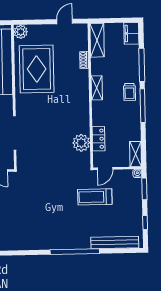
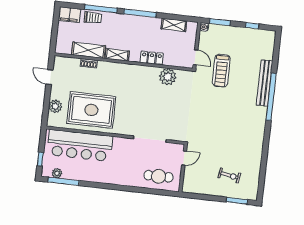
plant: (21, 32) -> (55, 106), moved
shelving: (97, 40) -> (89, 50), moved
trolley: (130, 92) -> (93, 18), moved
locker: (99, 139) -> (152, 58), moved
shelving: (136, 154) -> (174, 25), moved
bench: (115, 242) -> (265, 83), moved

